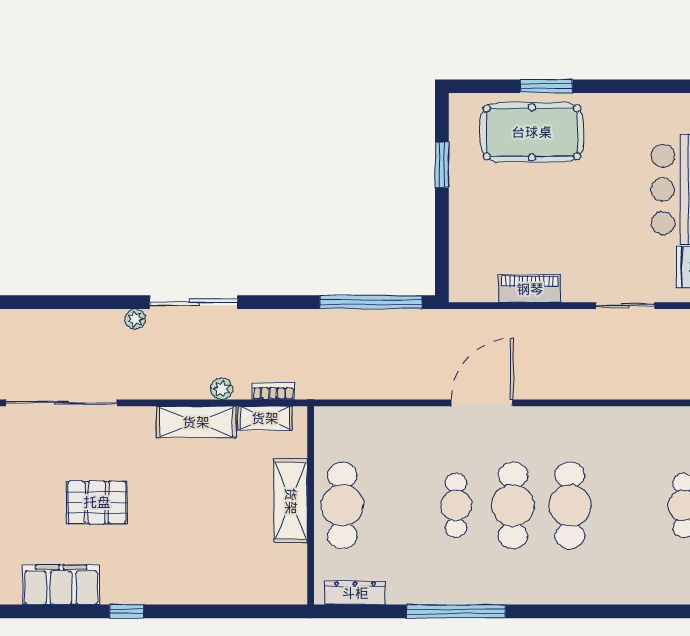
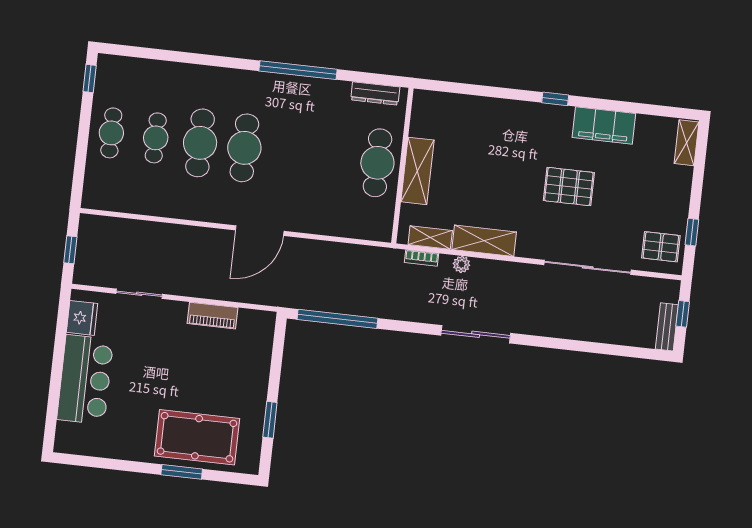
plant: (135, 319) -> (523, 326), removed
cafe table: (456, 505) -> (156, 138), moved

